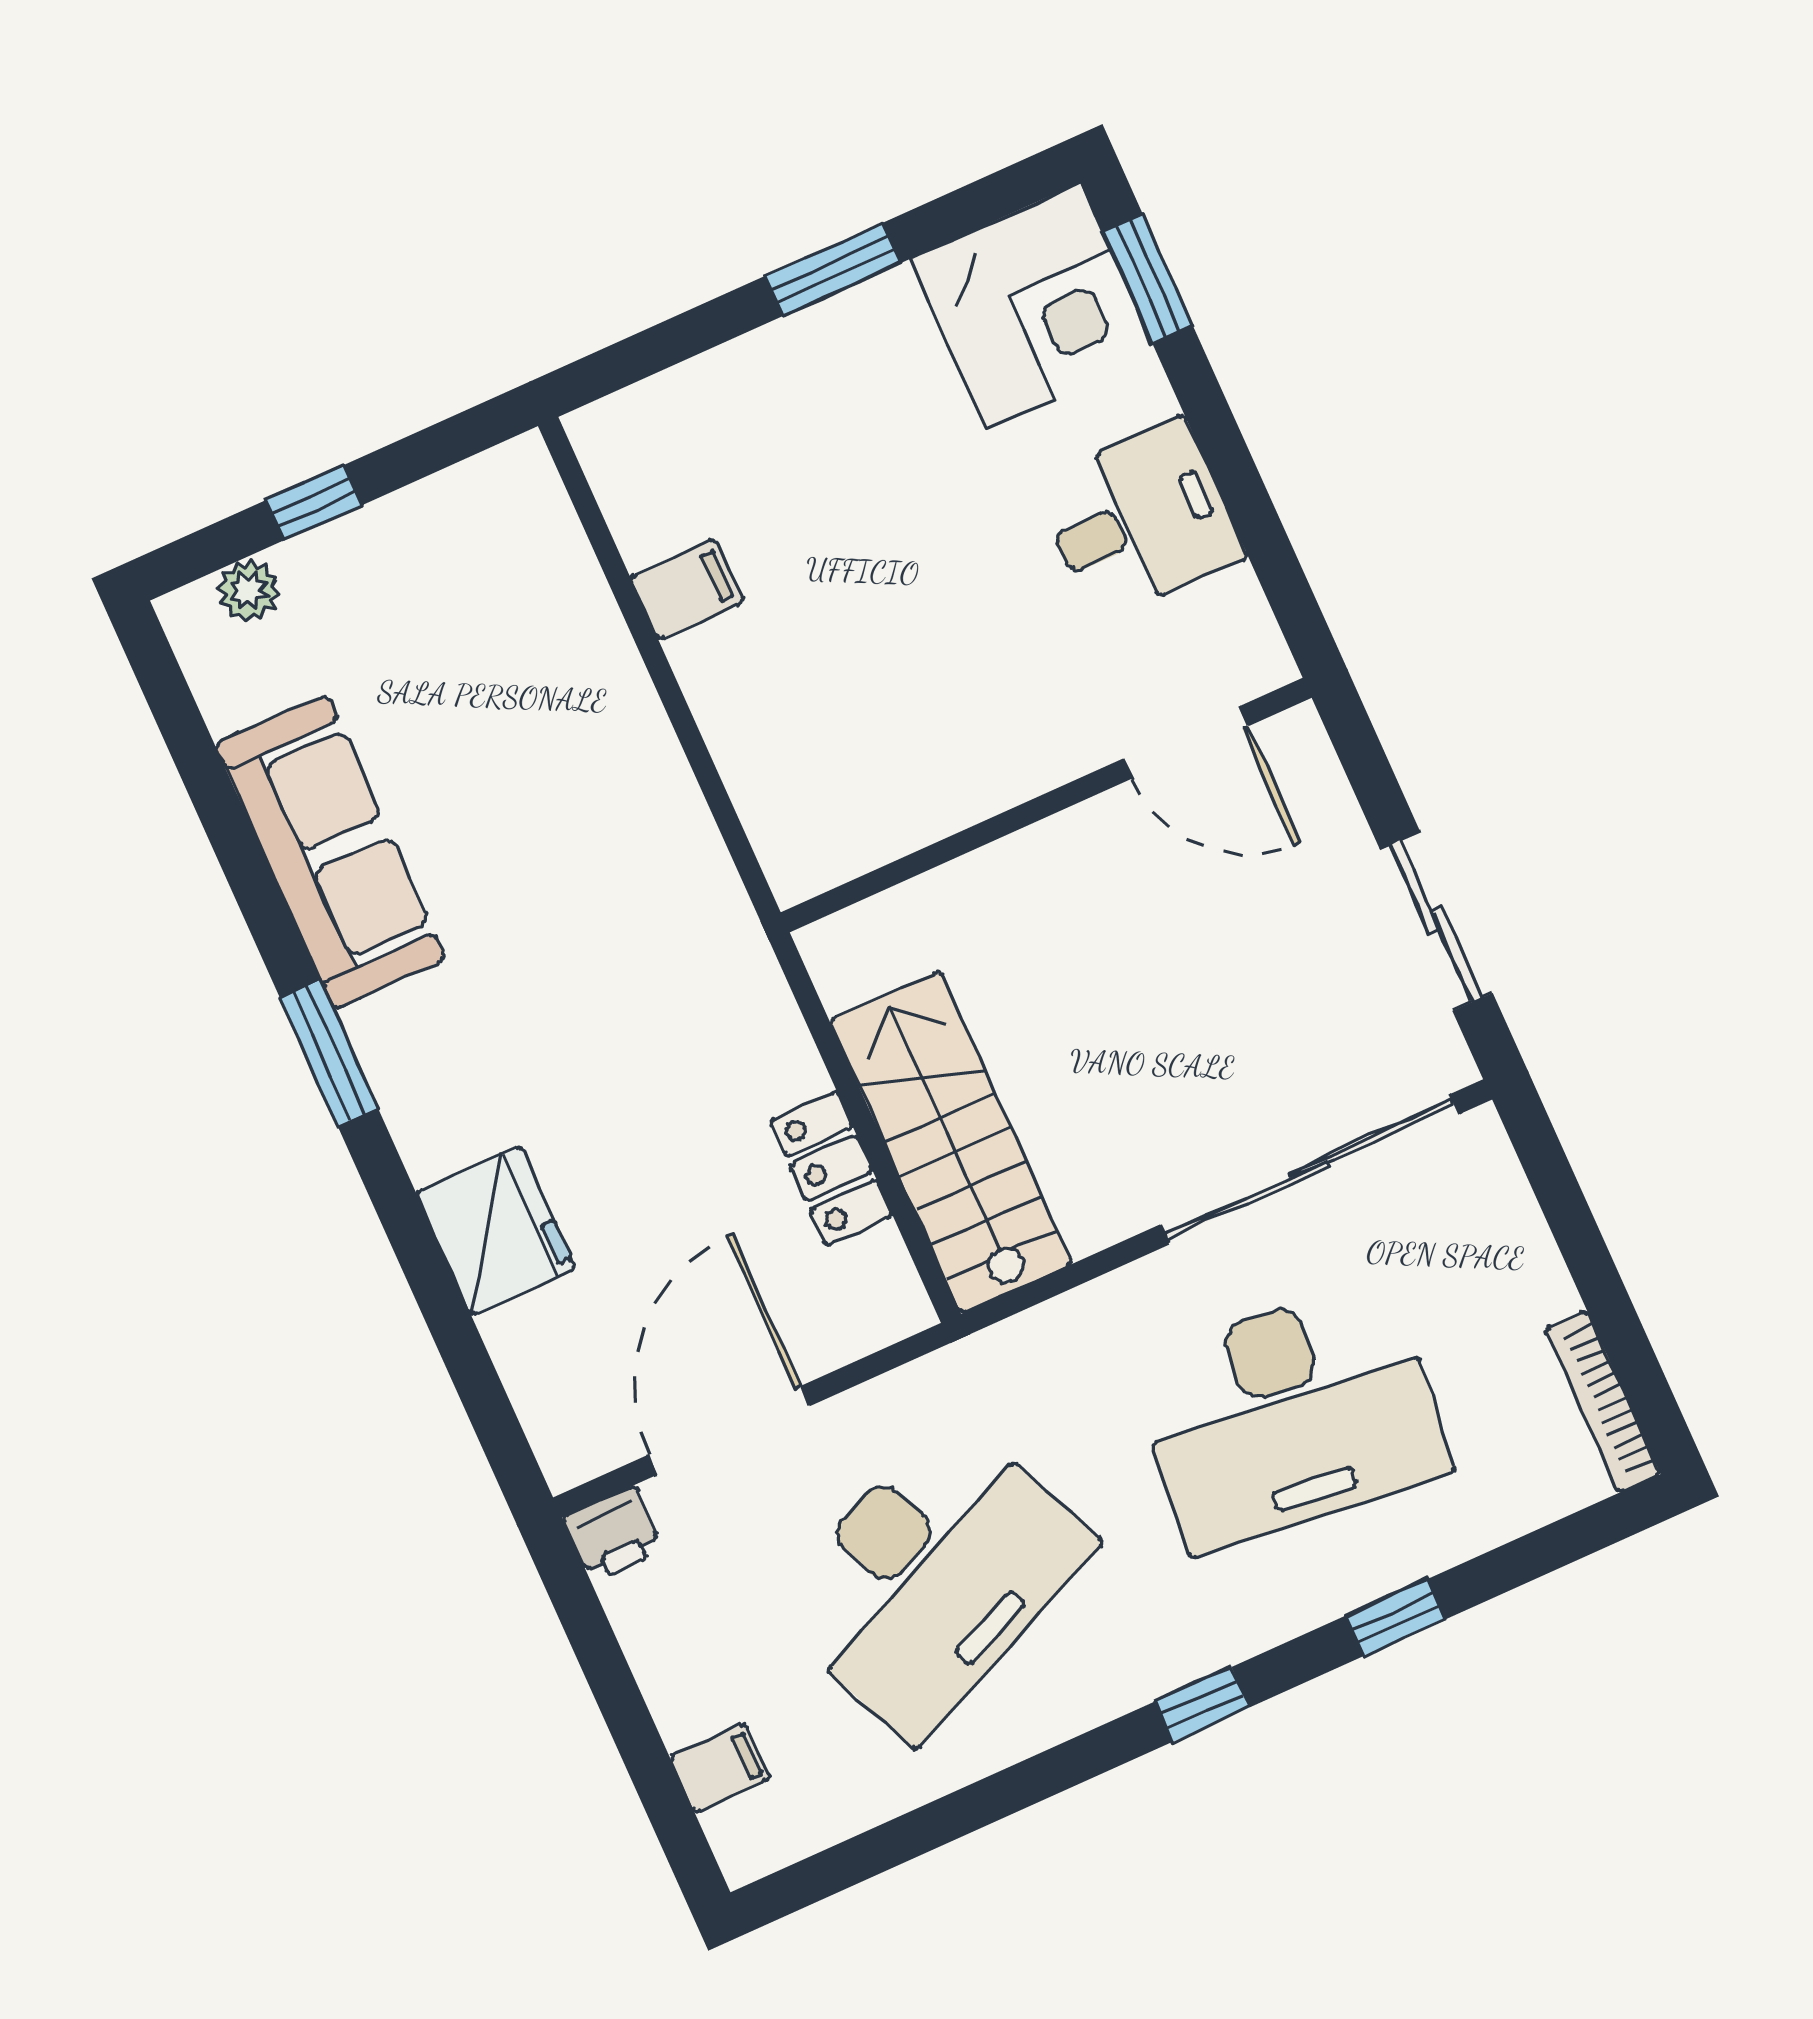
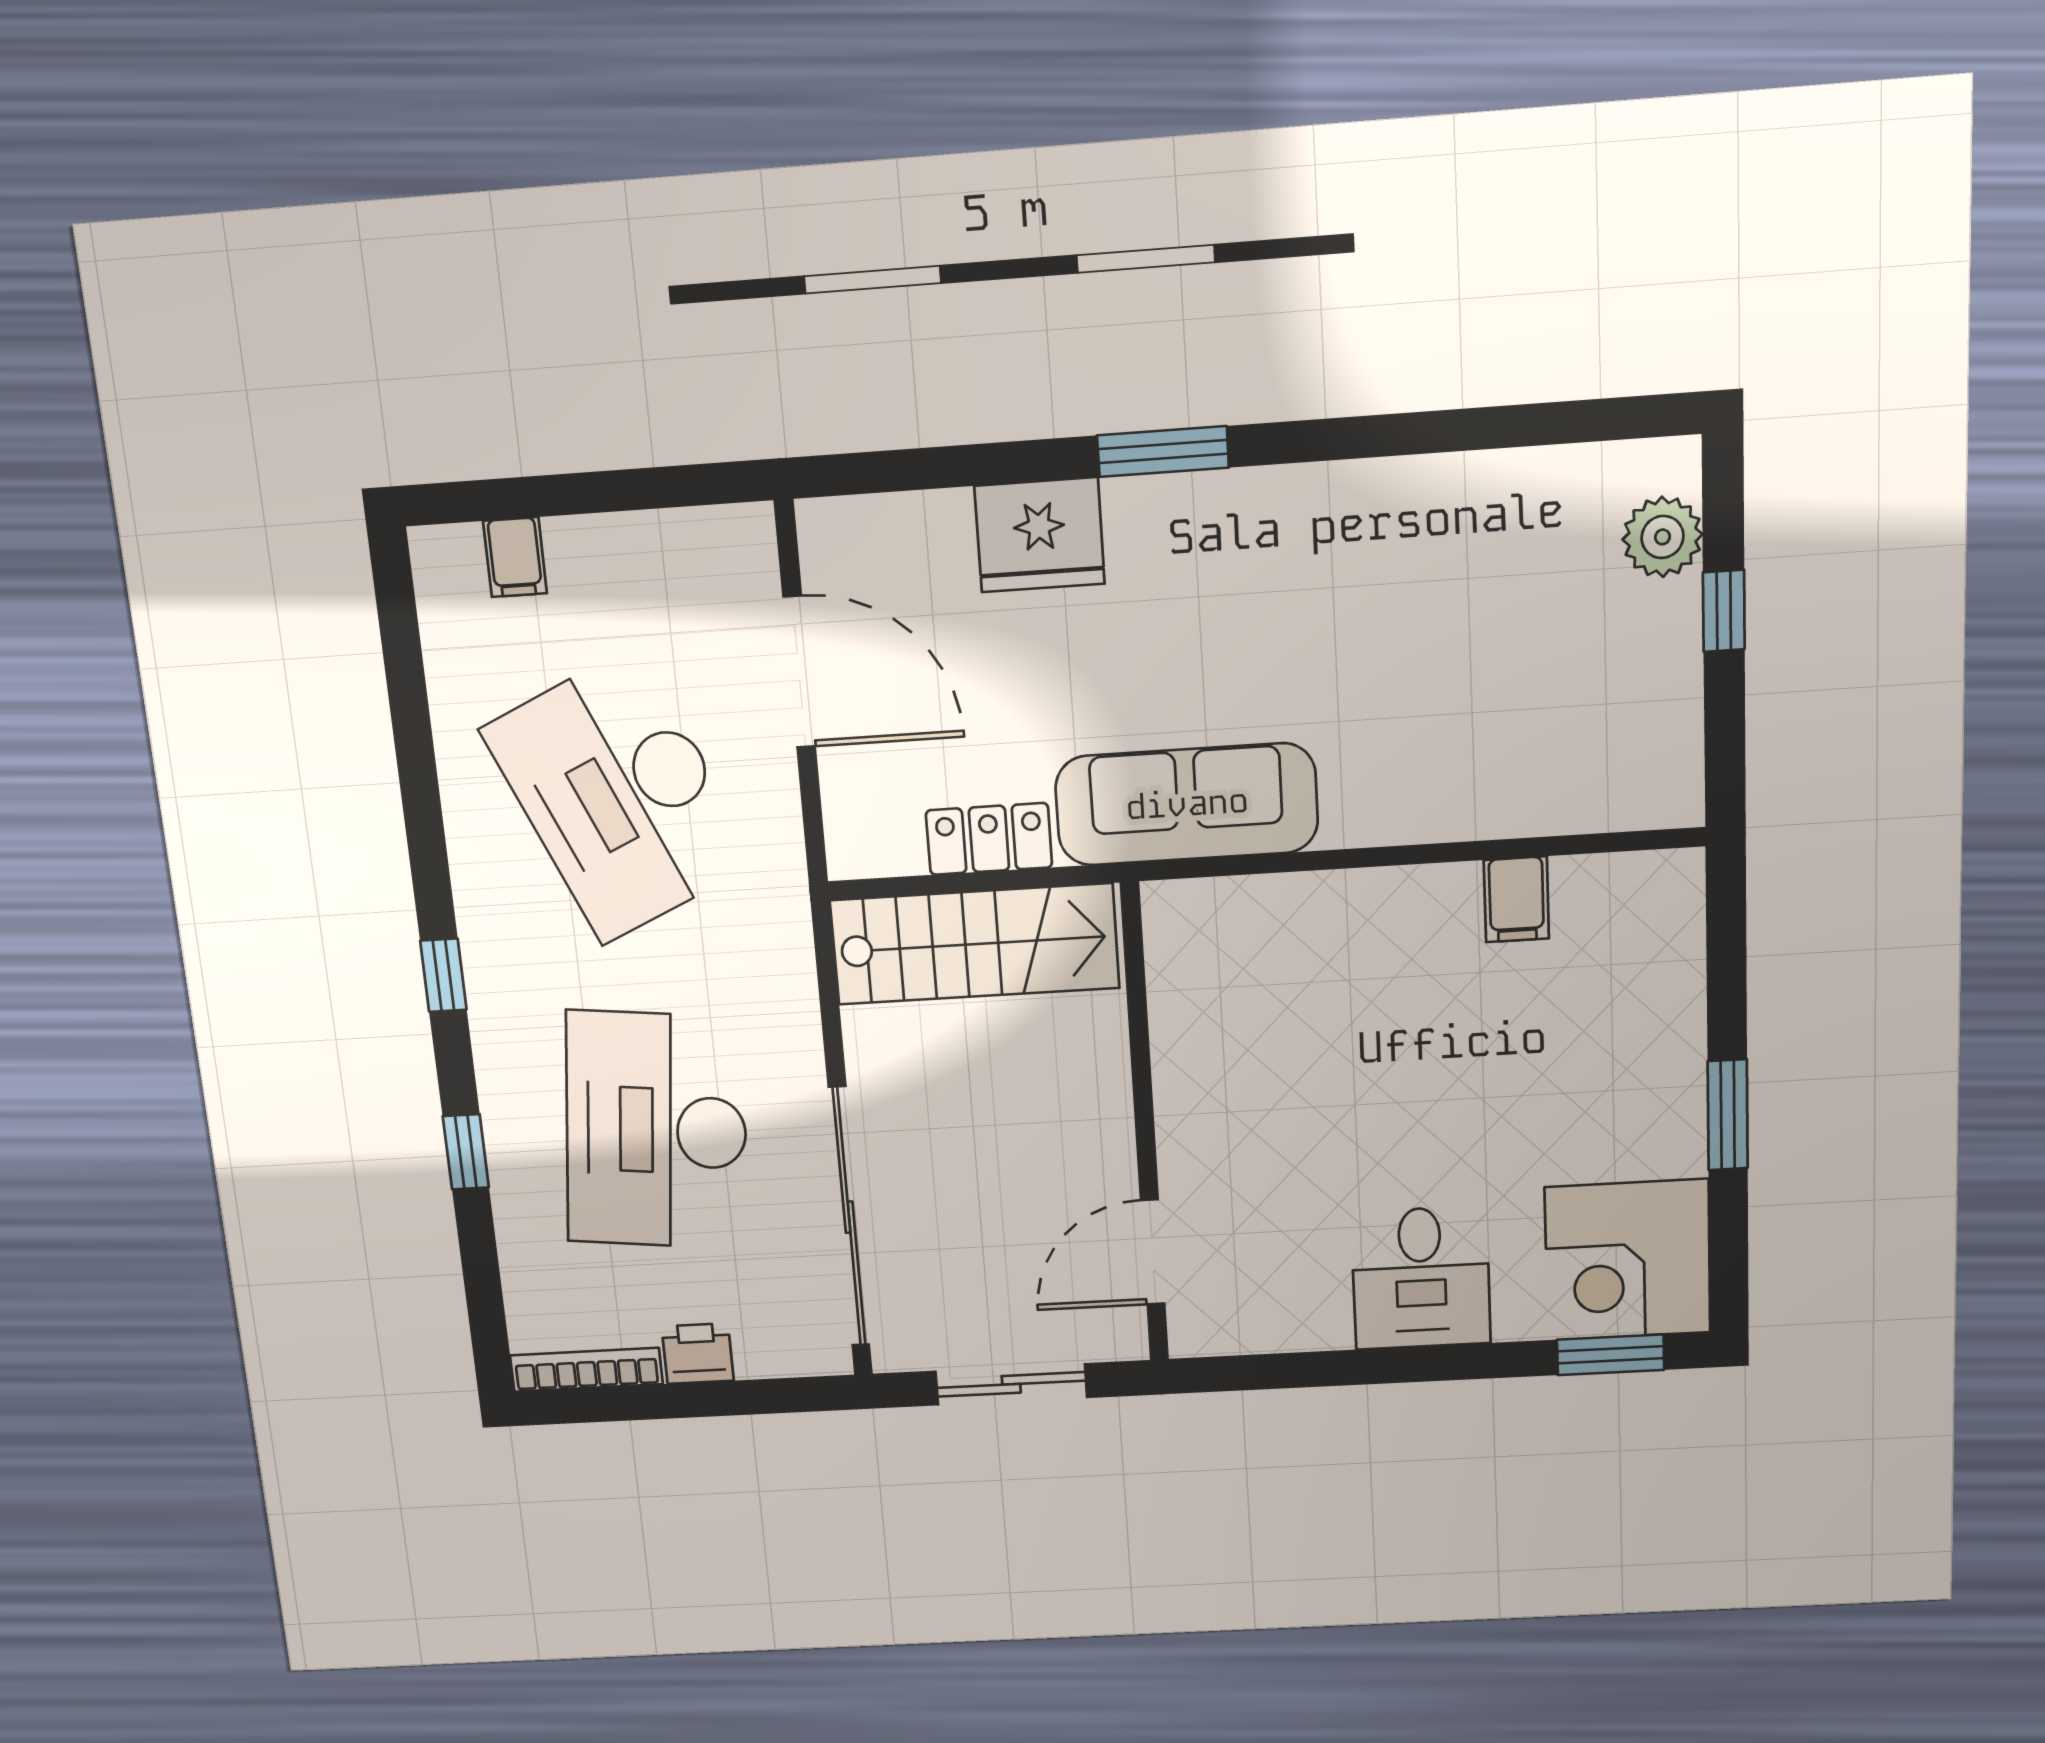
plant: (249, 590) -> (1662, 537), width x1.38, depth x1.38
door: (1186, 742) -> (1153, 1252), moved
wall: (1046, 805) -> (1145, 1126), moved
sofa: (330, 852) -> (1187, 804), moved, turned 180
window: (329, 1053) -> (1163, 451), moved
printer: (613, 1534) -> (698, 1354), moved, turned 90

